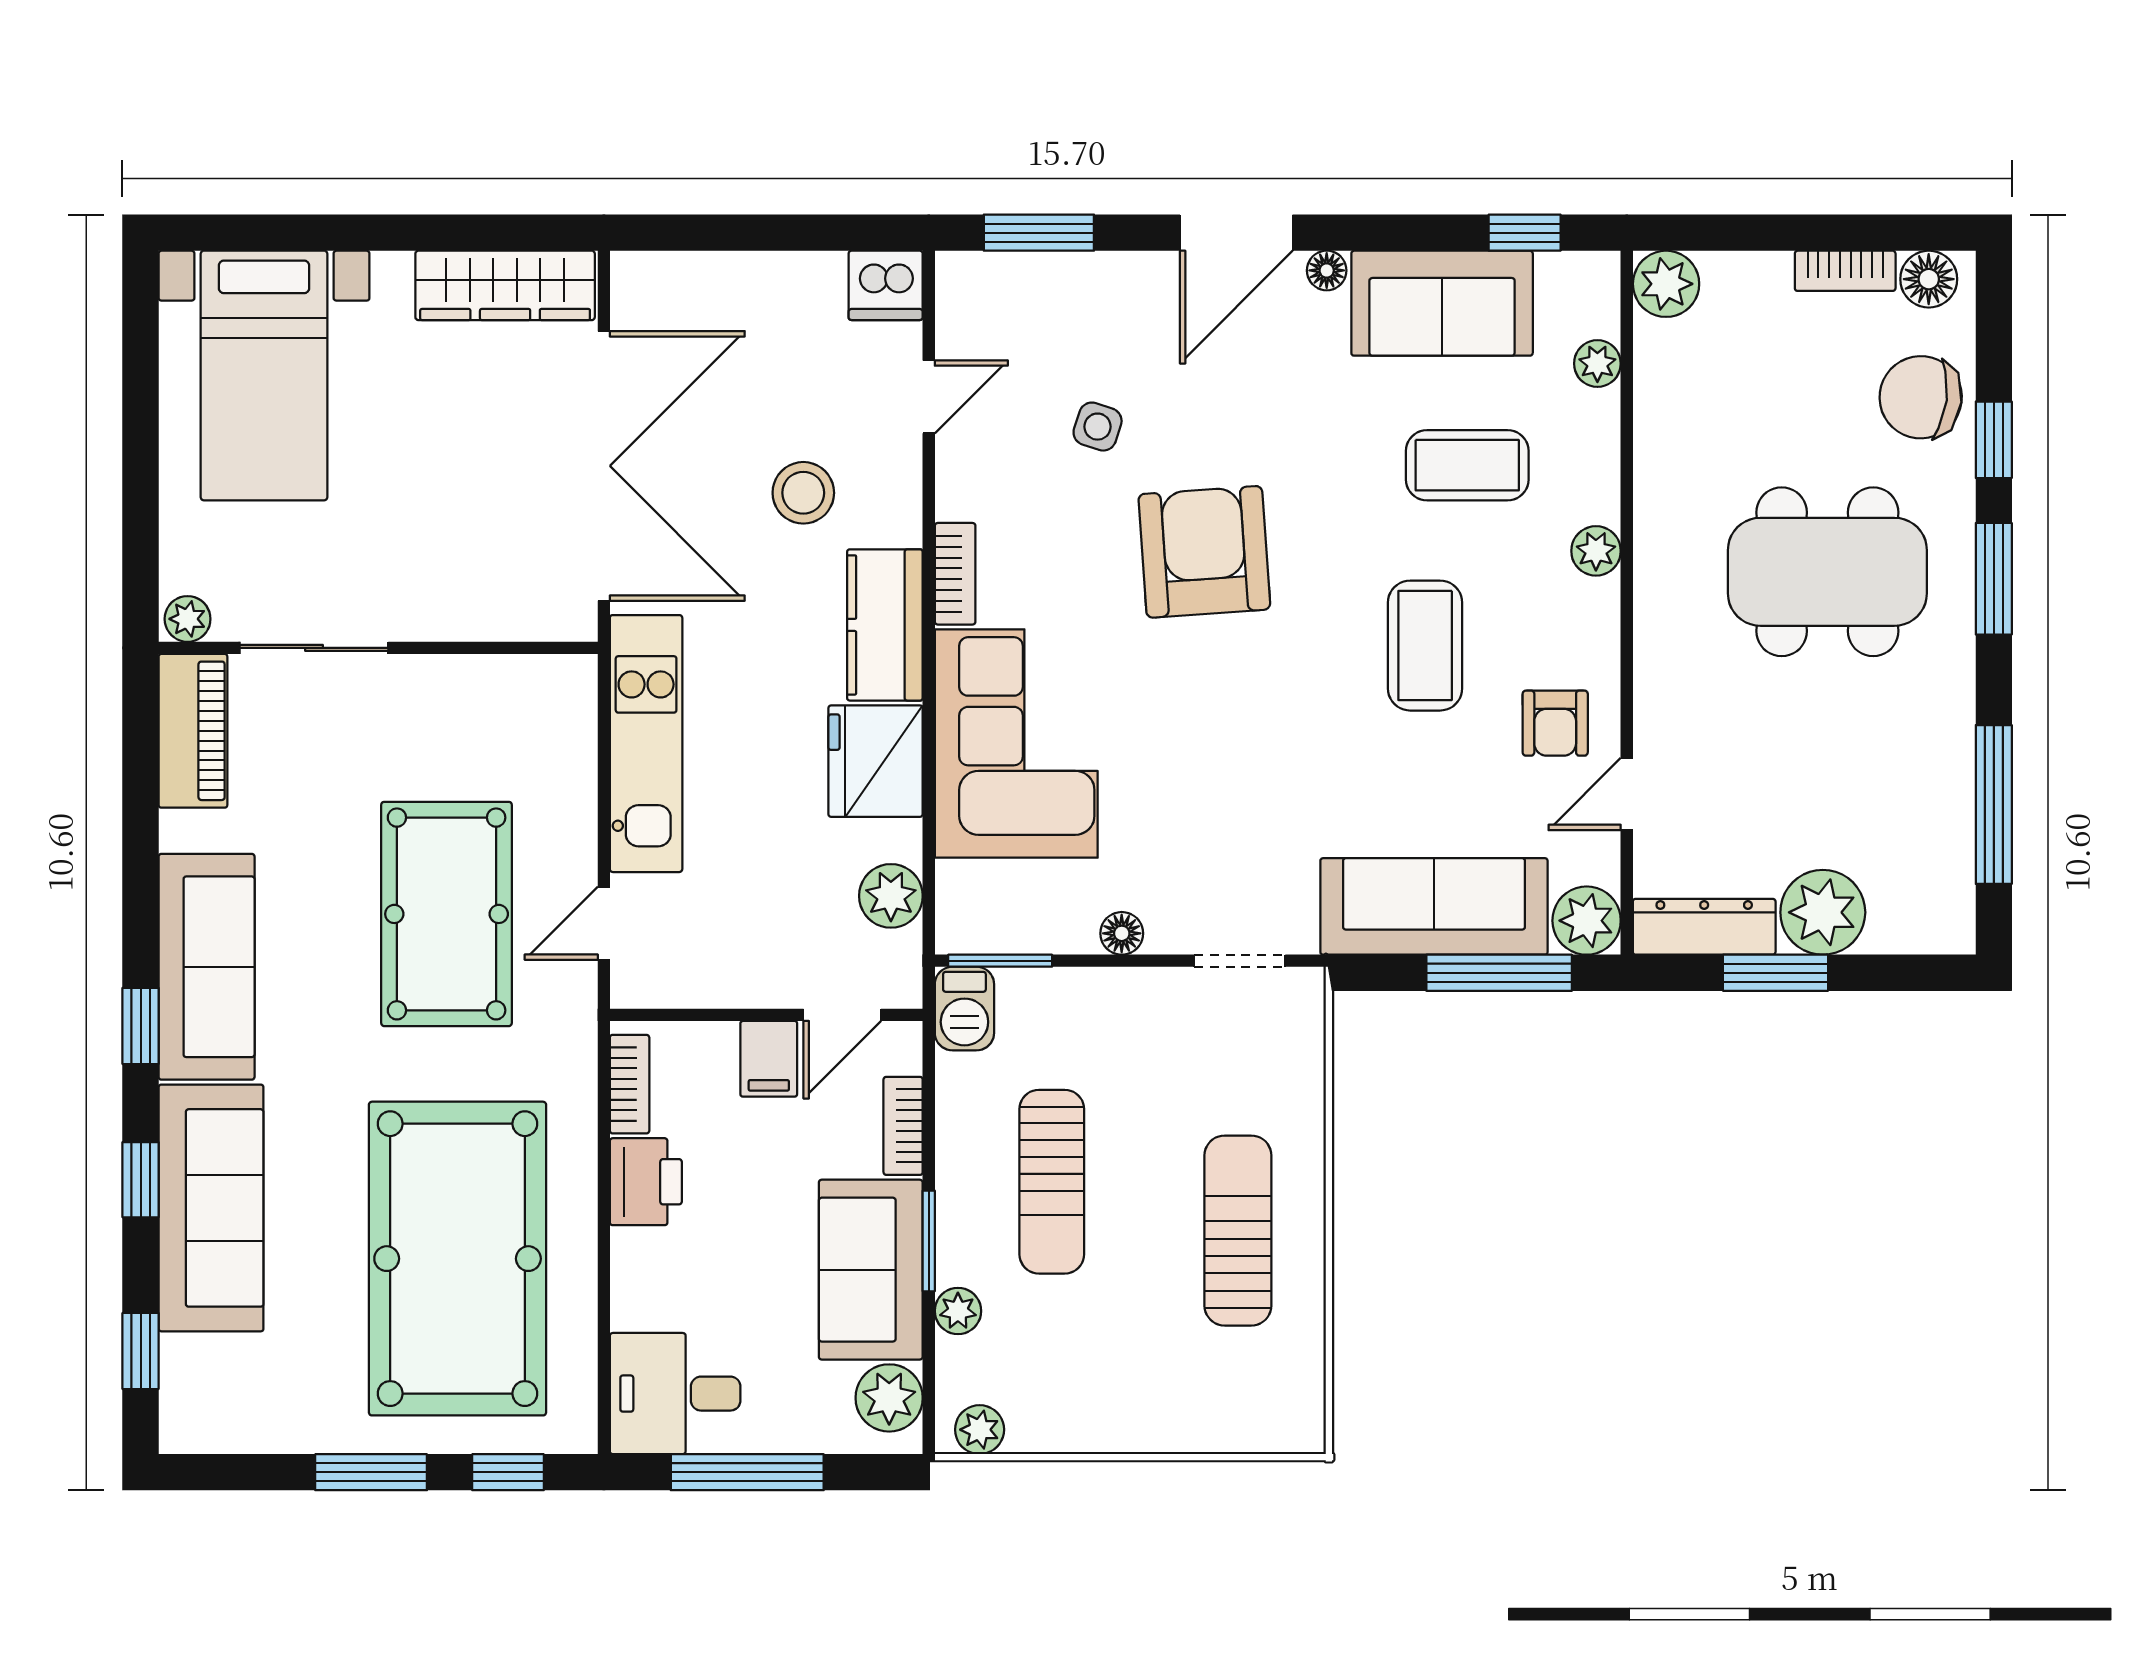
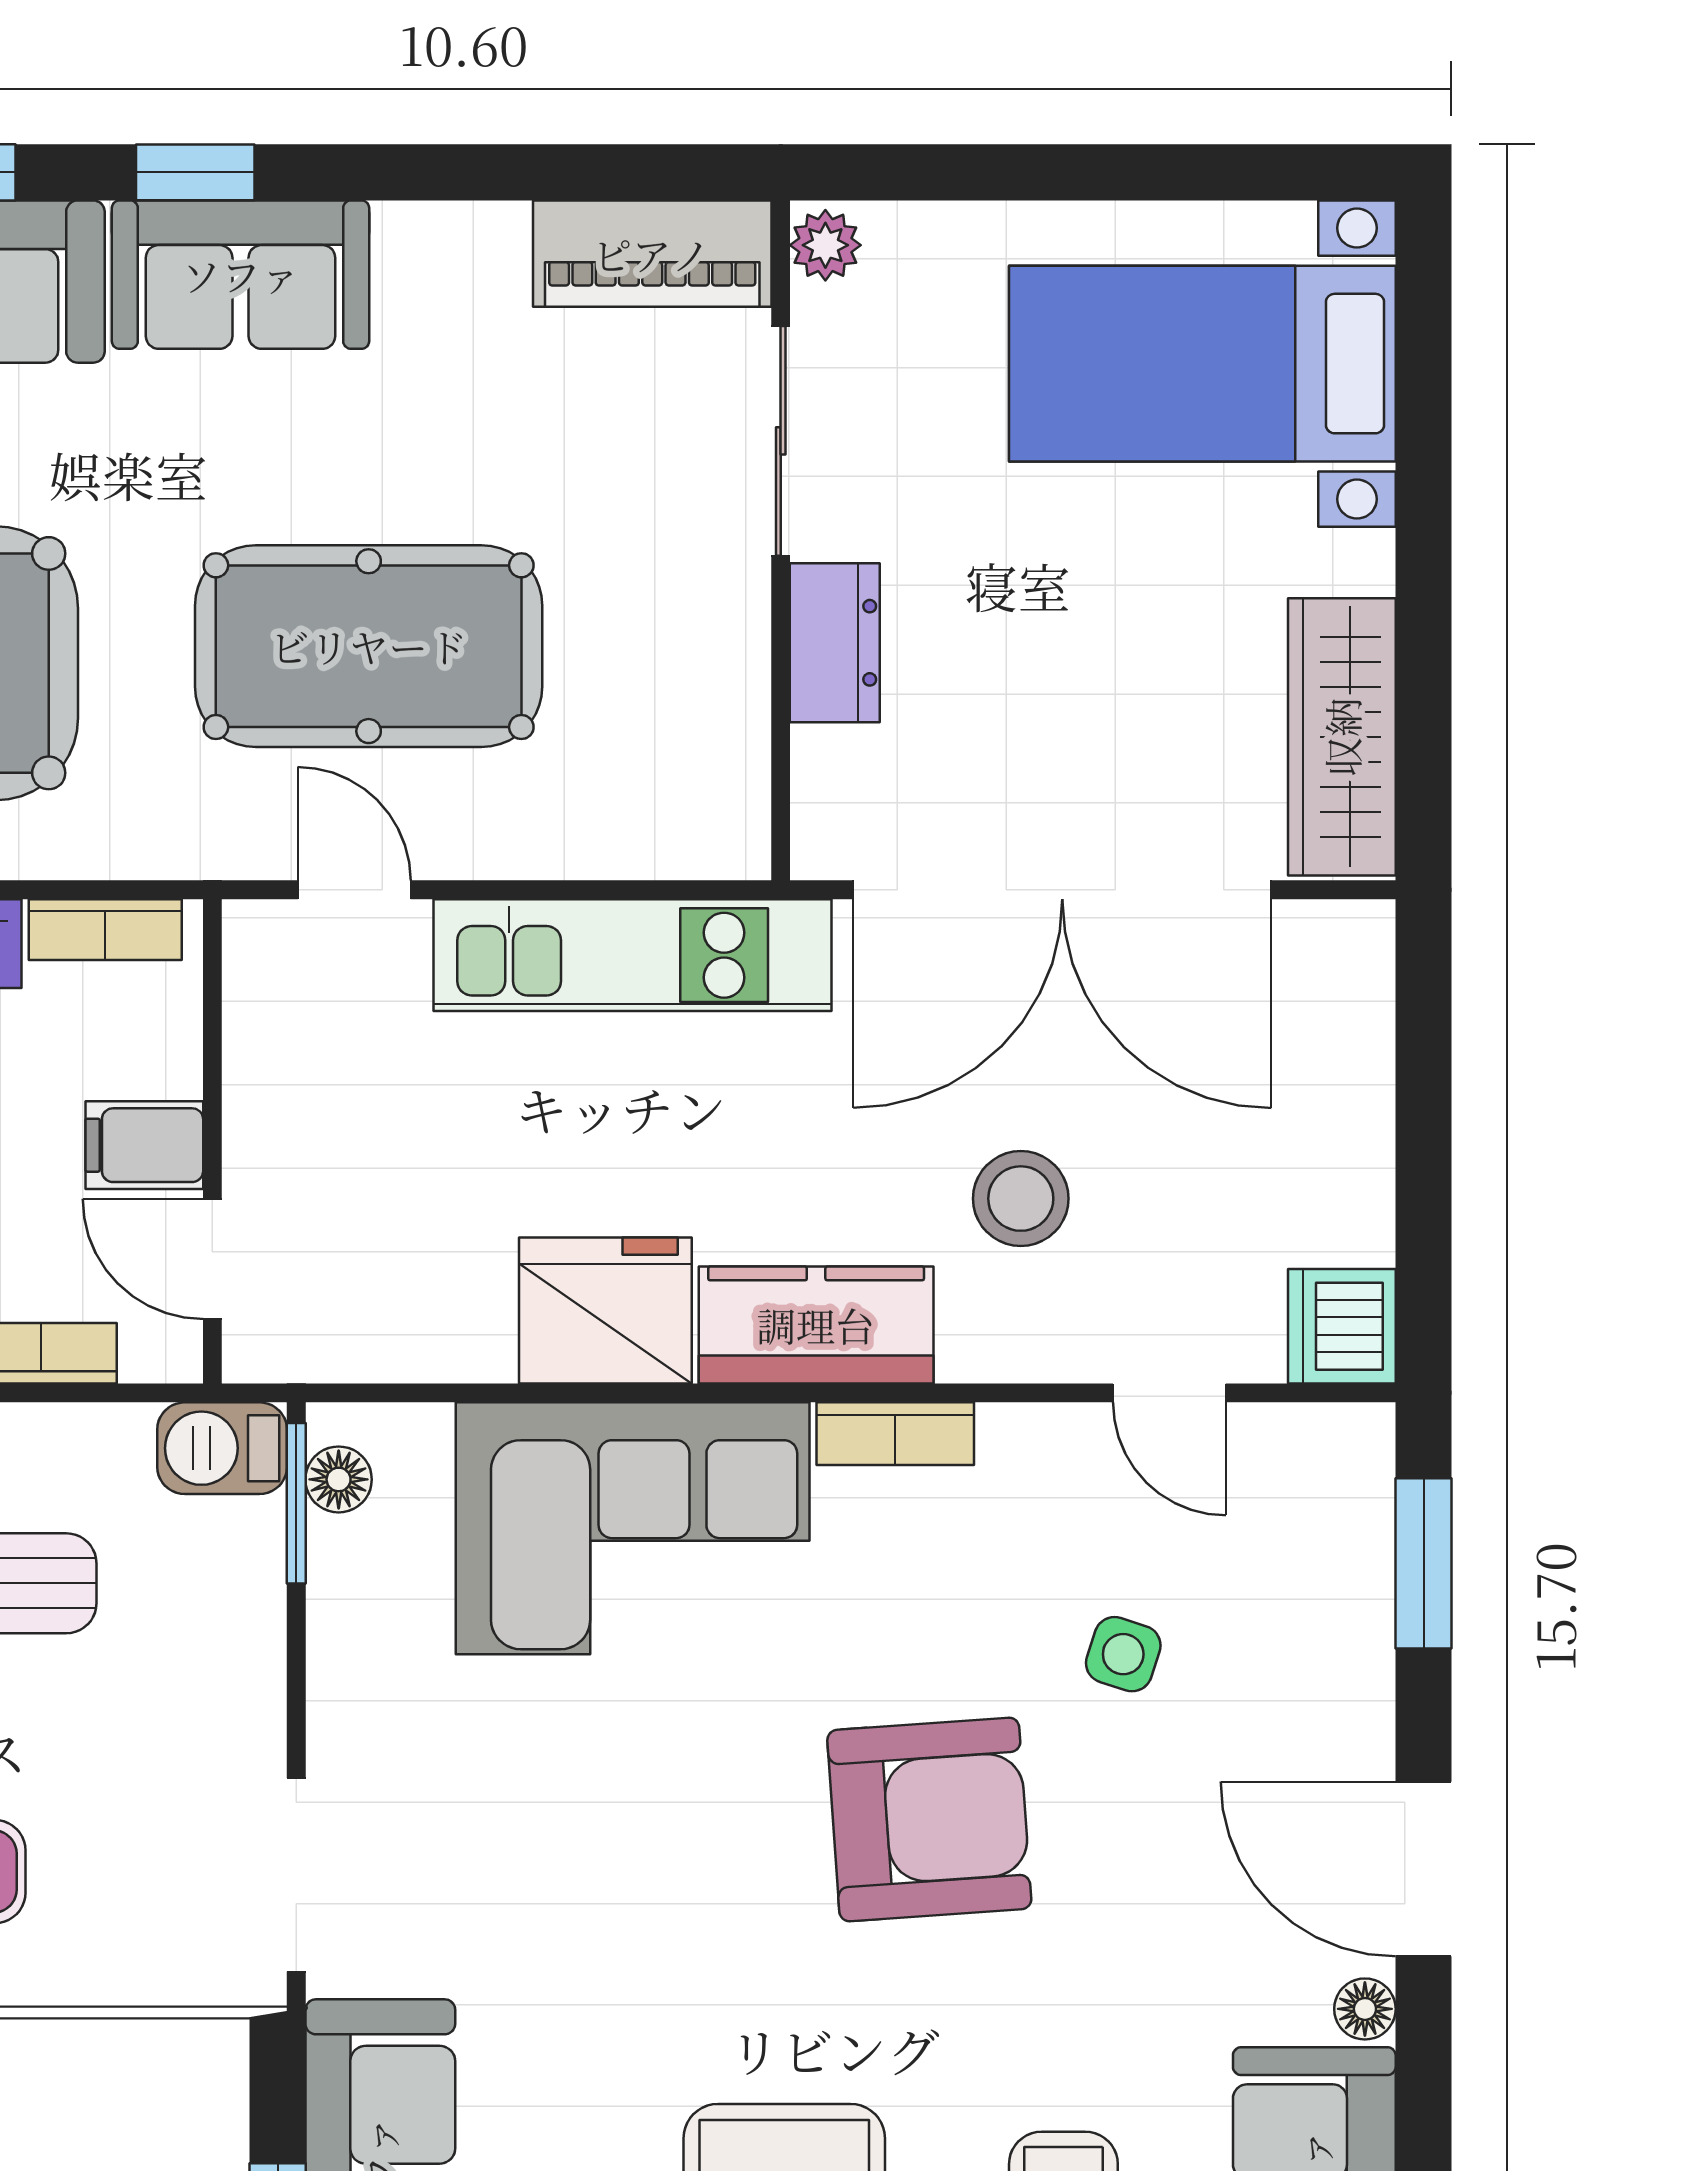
dresser: (444, 613) -> (835, 643), added
plant: (891, 896) -> (397, 1334), removed
floor lamp: (1122, 933) -> (339, 1479), moved
doorway: (1240, 961) -> (296, 1875), width x1.38
sofa: (207, 967) -> (241, 275), width x0.73

